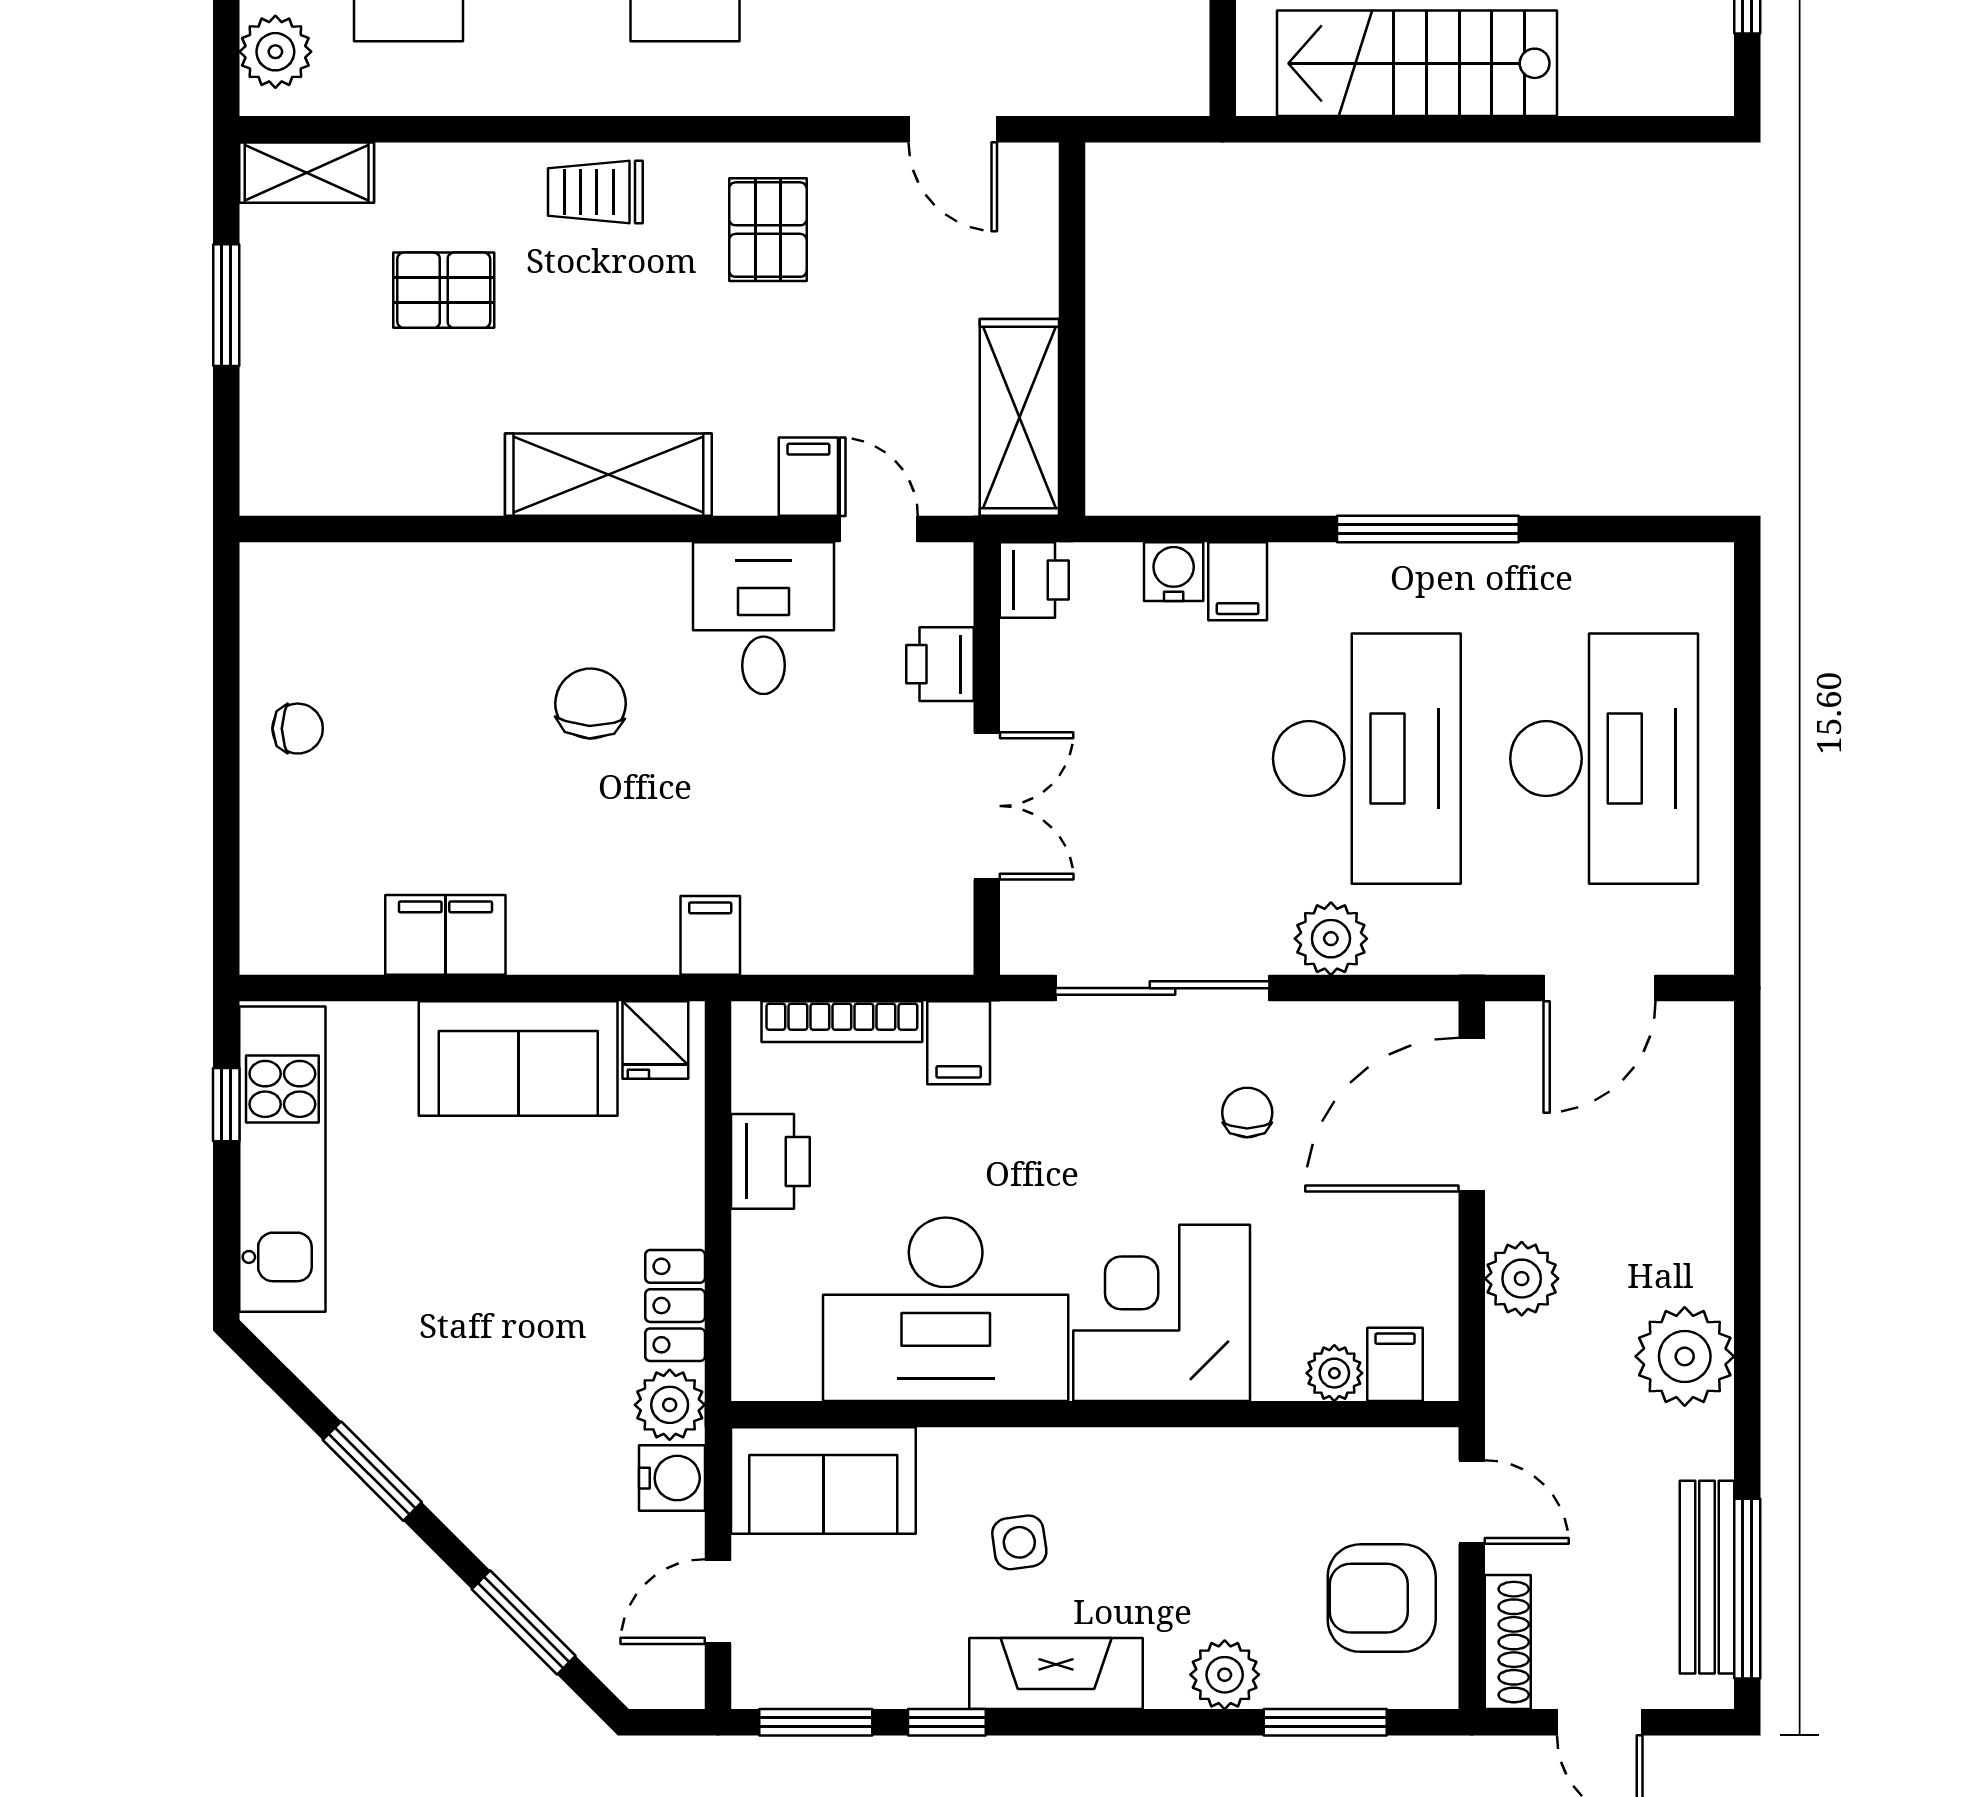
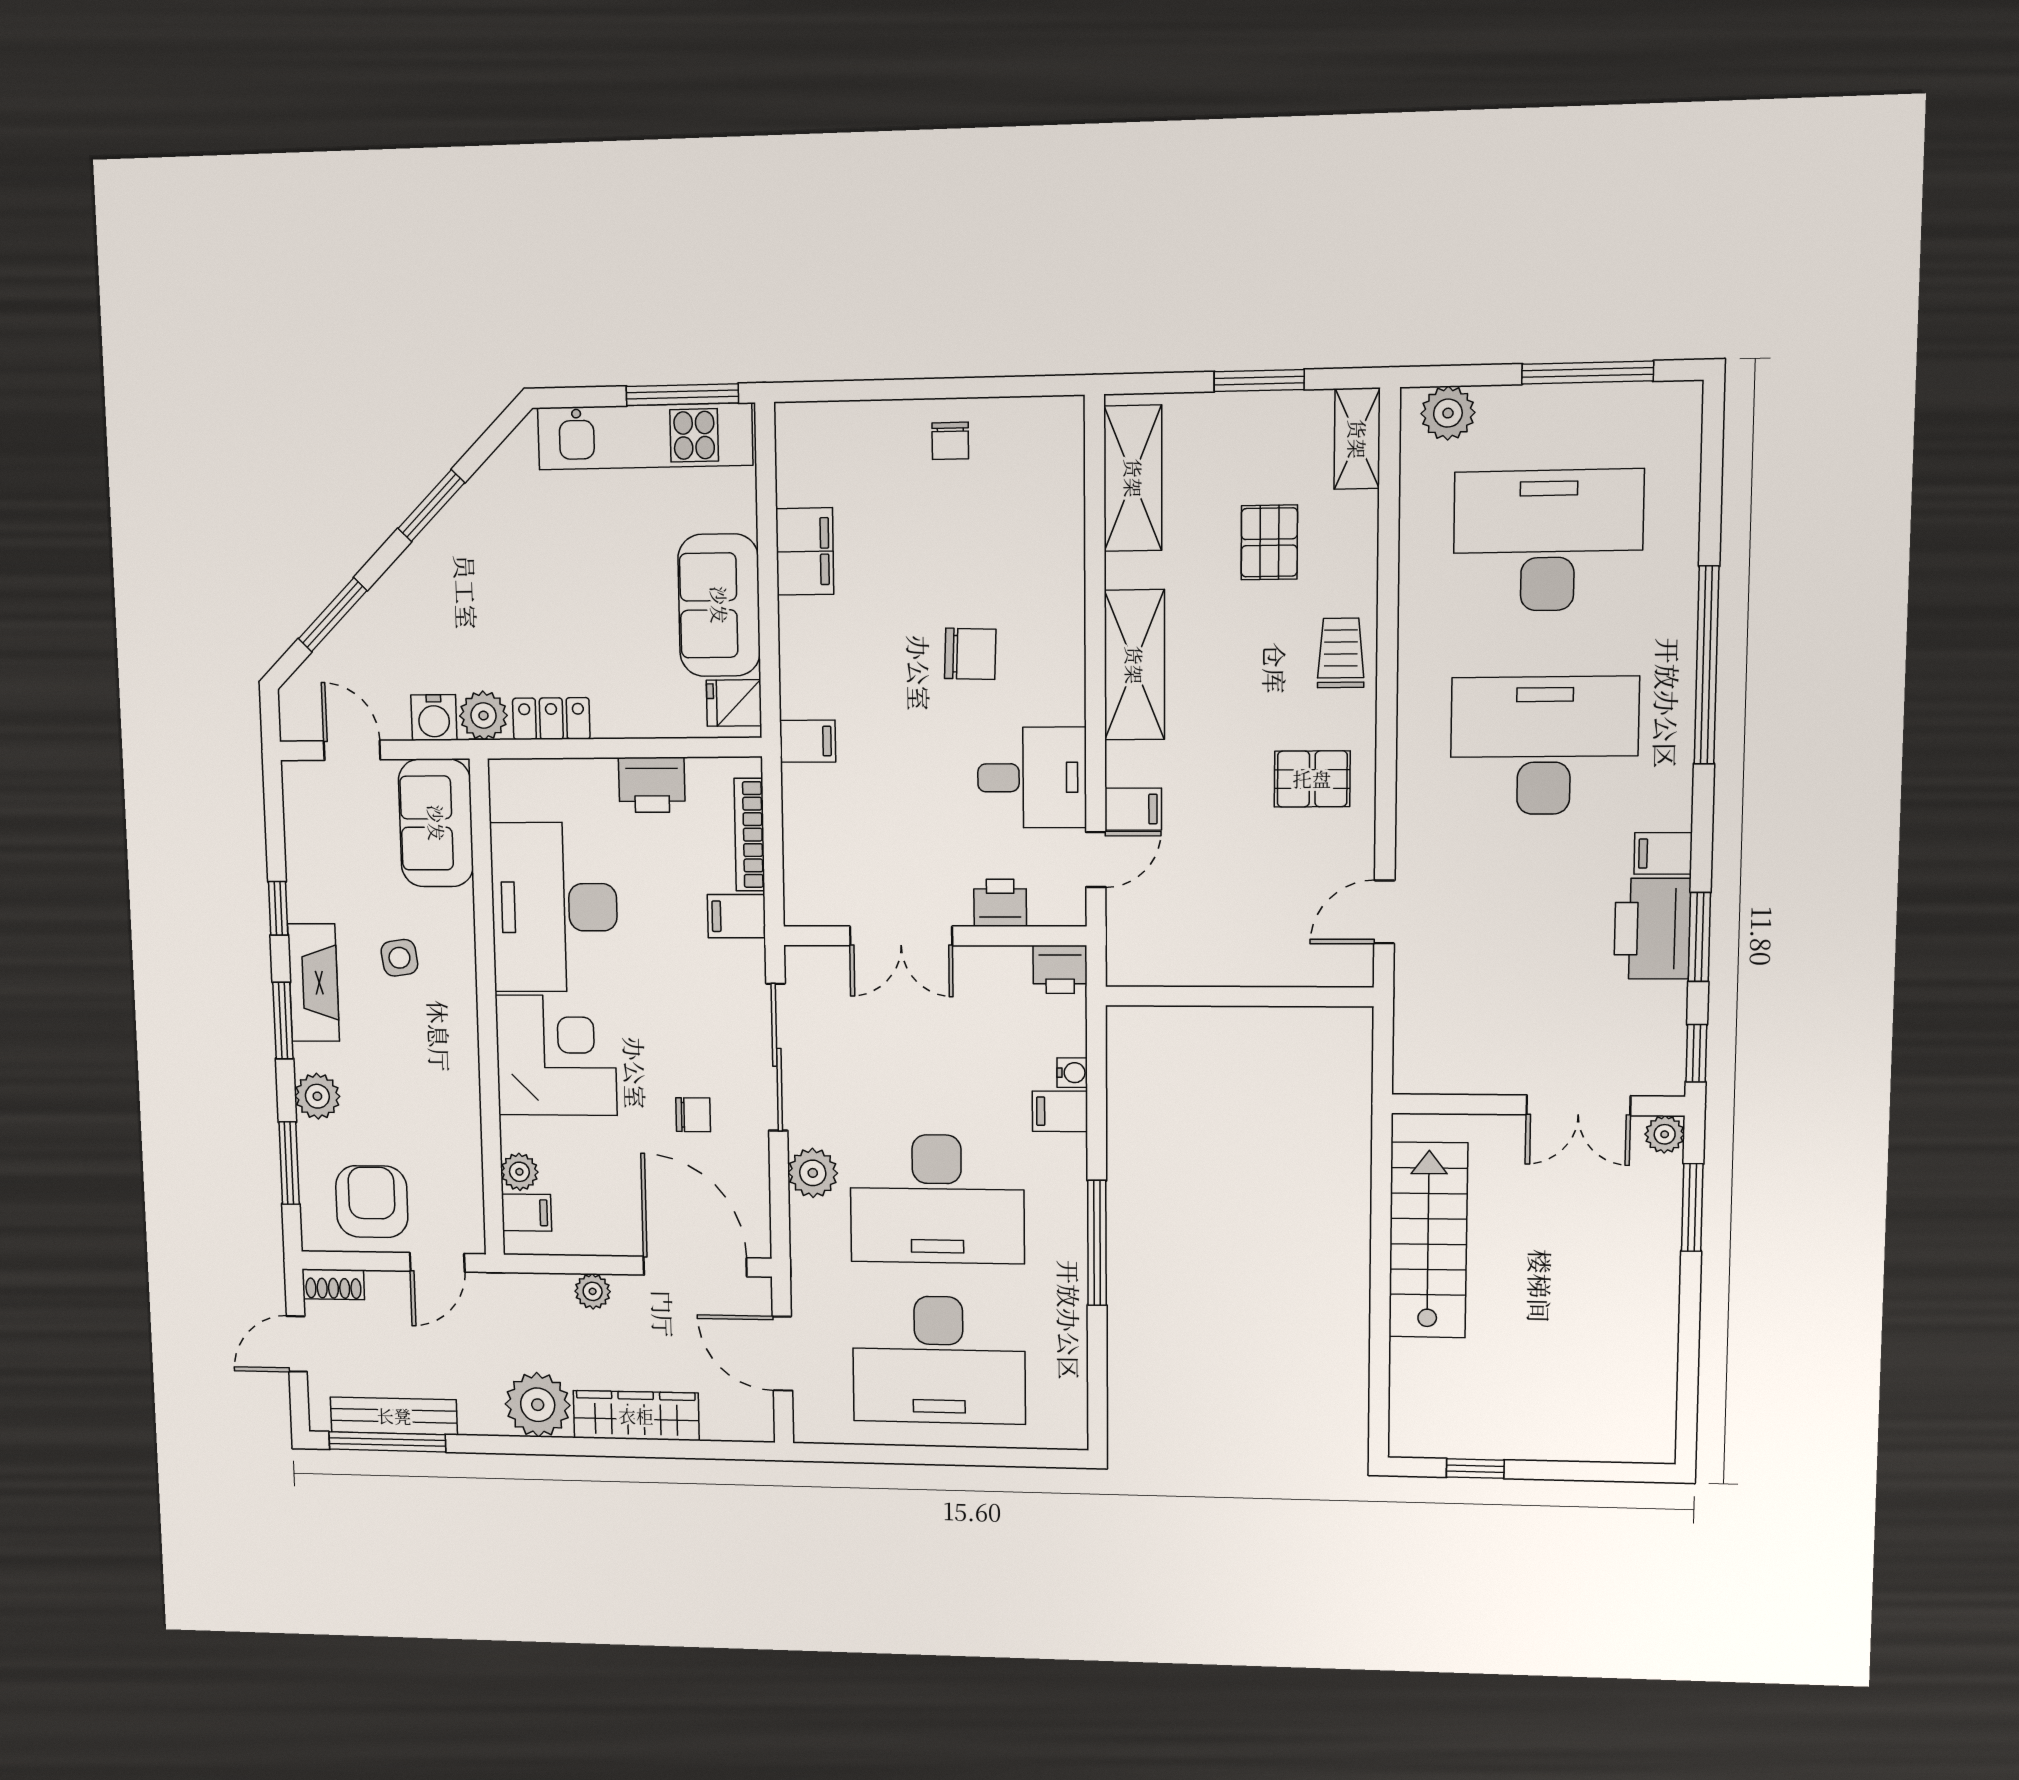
shelving: (1019, 417) -> (1133, 478), moved, turned 90
water cooler: (1174, 572) -> (1072, 1073), width x0.72, depth x0.72
window: (226, 1105) -> (682, 395), width x2.17
wardrobe: (1698, 1208) -> (636, 1416), added
plant: (1522, 1279) -> (593, 1291), width x0.73, depth x0.73
shoe rack: (1508, 1642) -> (333, 1284), width x0.70
window: (816, 1722) -> (283, 1021), moved

